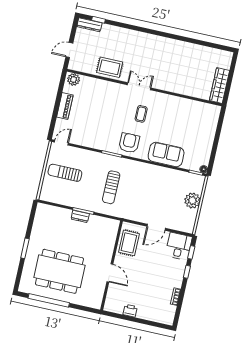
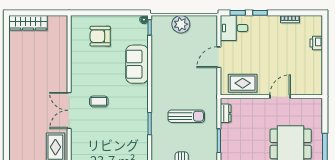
wardrobe: (219, 85) -> (28, 23), moved
double door: (139, 86) -> (69, 110), width x1.37
armchair: (129, 143) -> (100, 36), moved
dresser: (80, 216) -> (226, 113), moved
door: (156, 227) -> (219, 57), swing flipped
printer: (130, 311) -> (316, 43), moved

